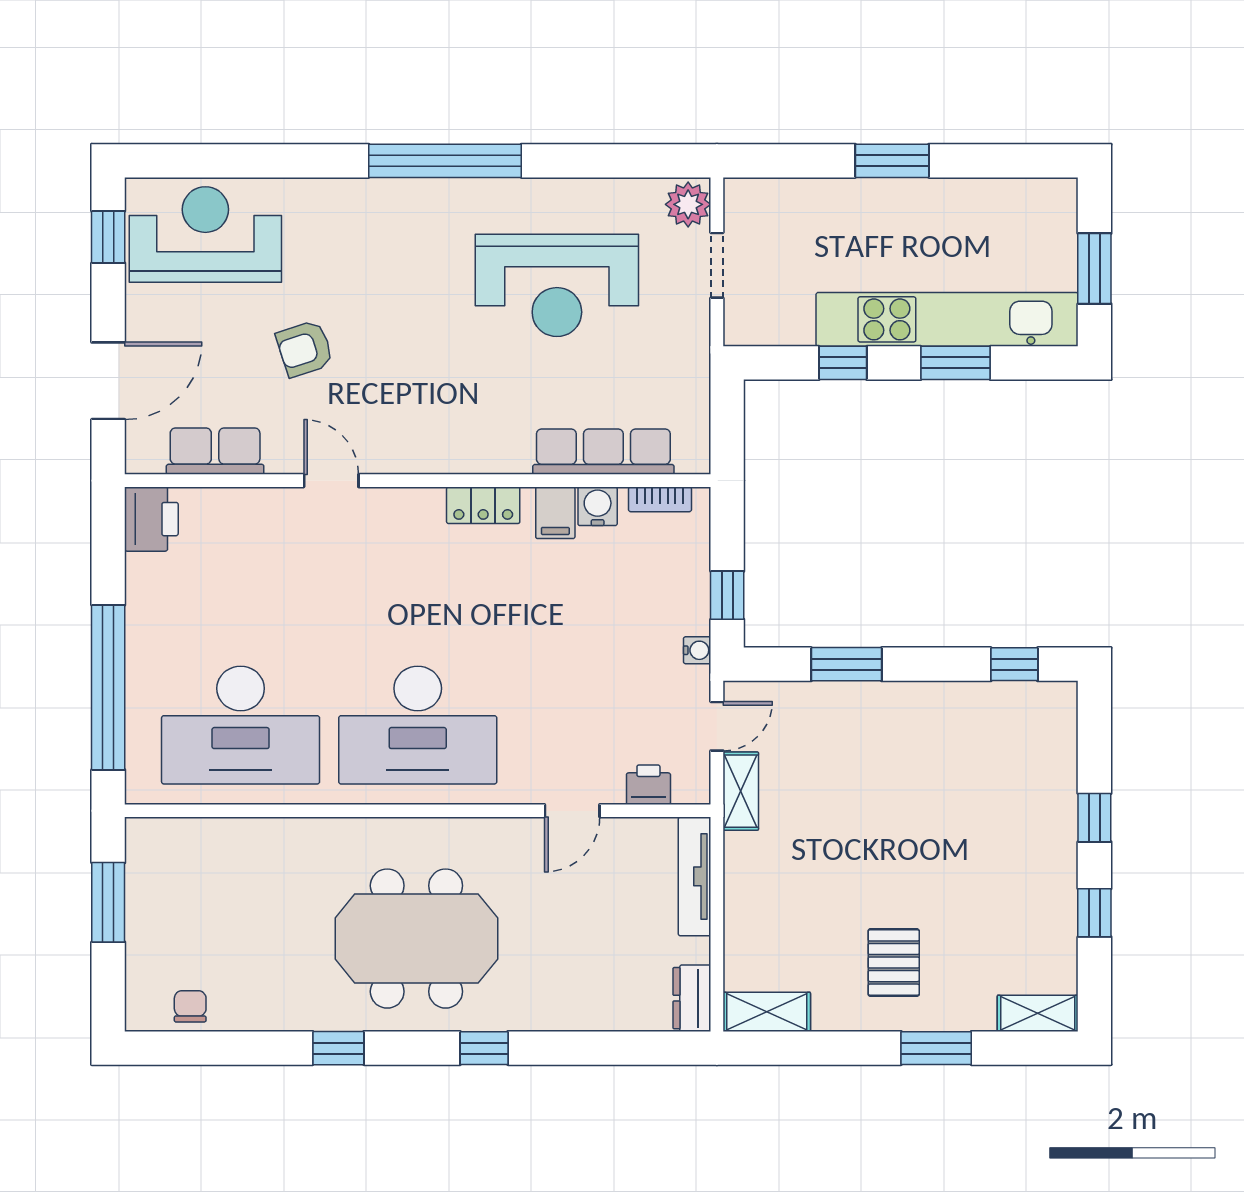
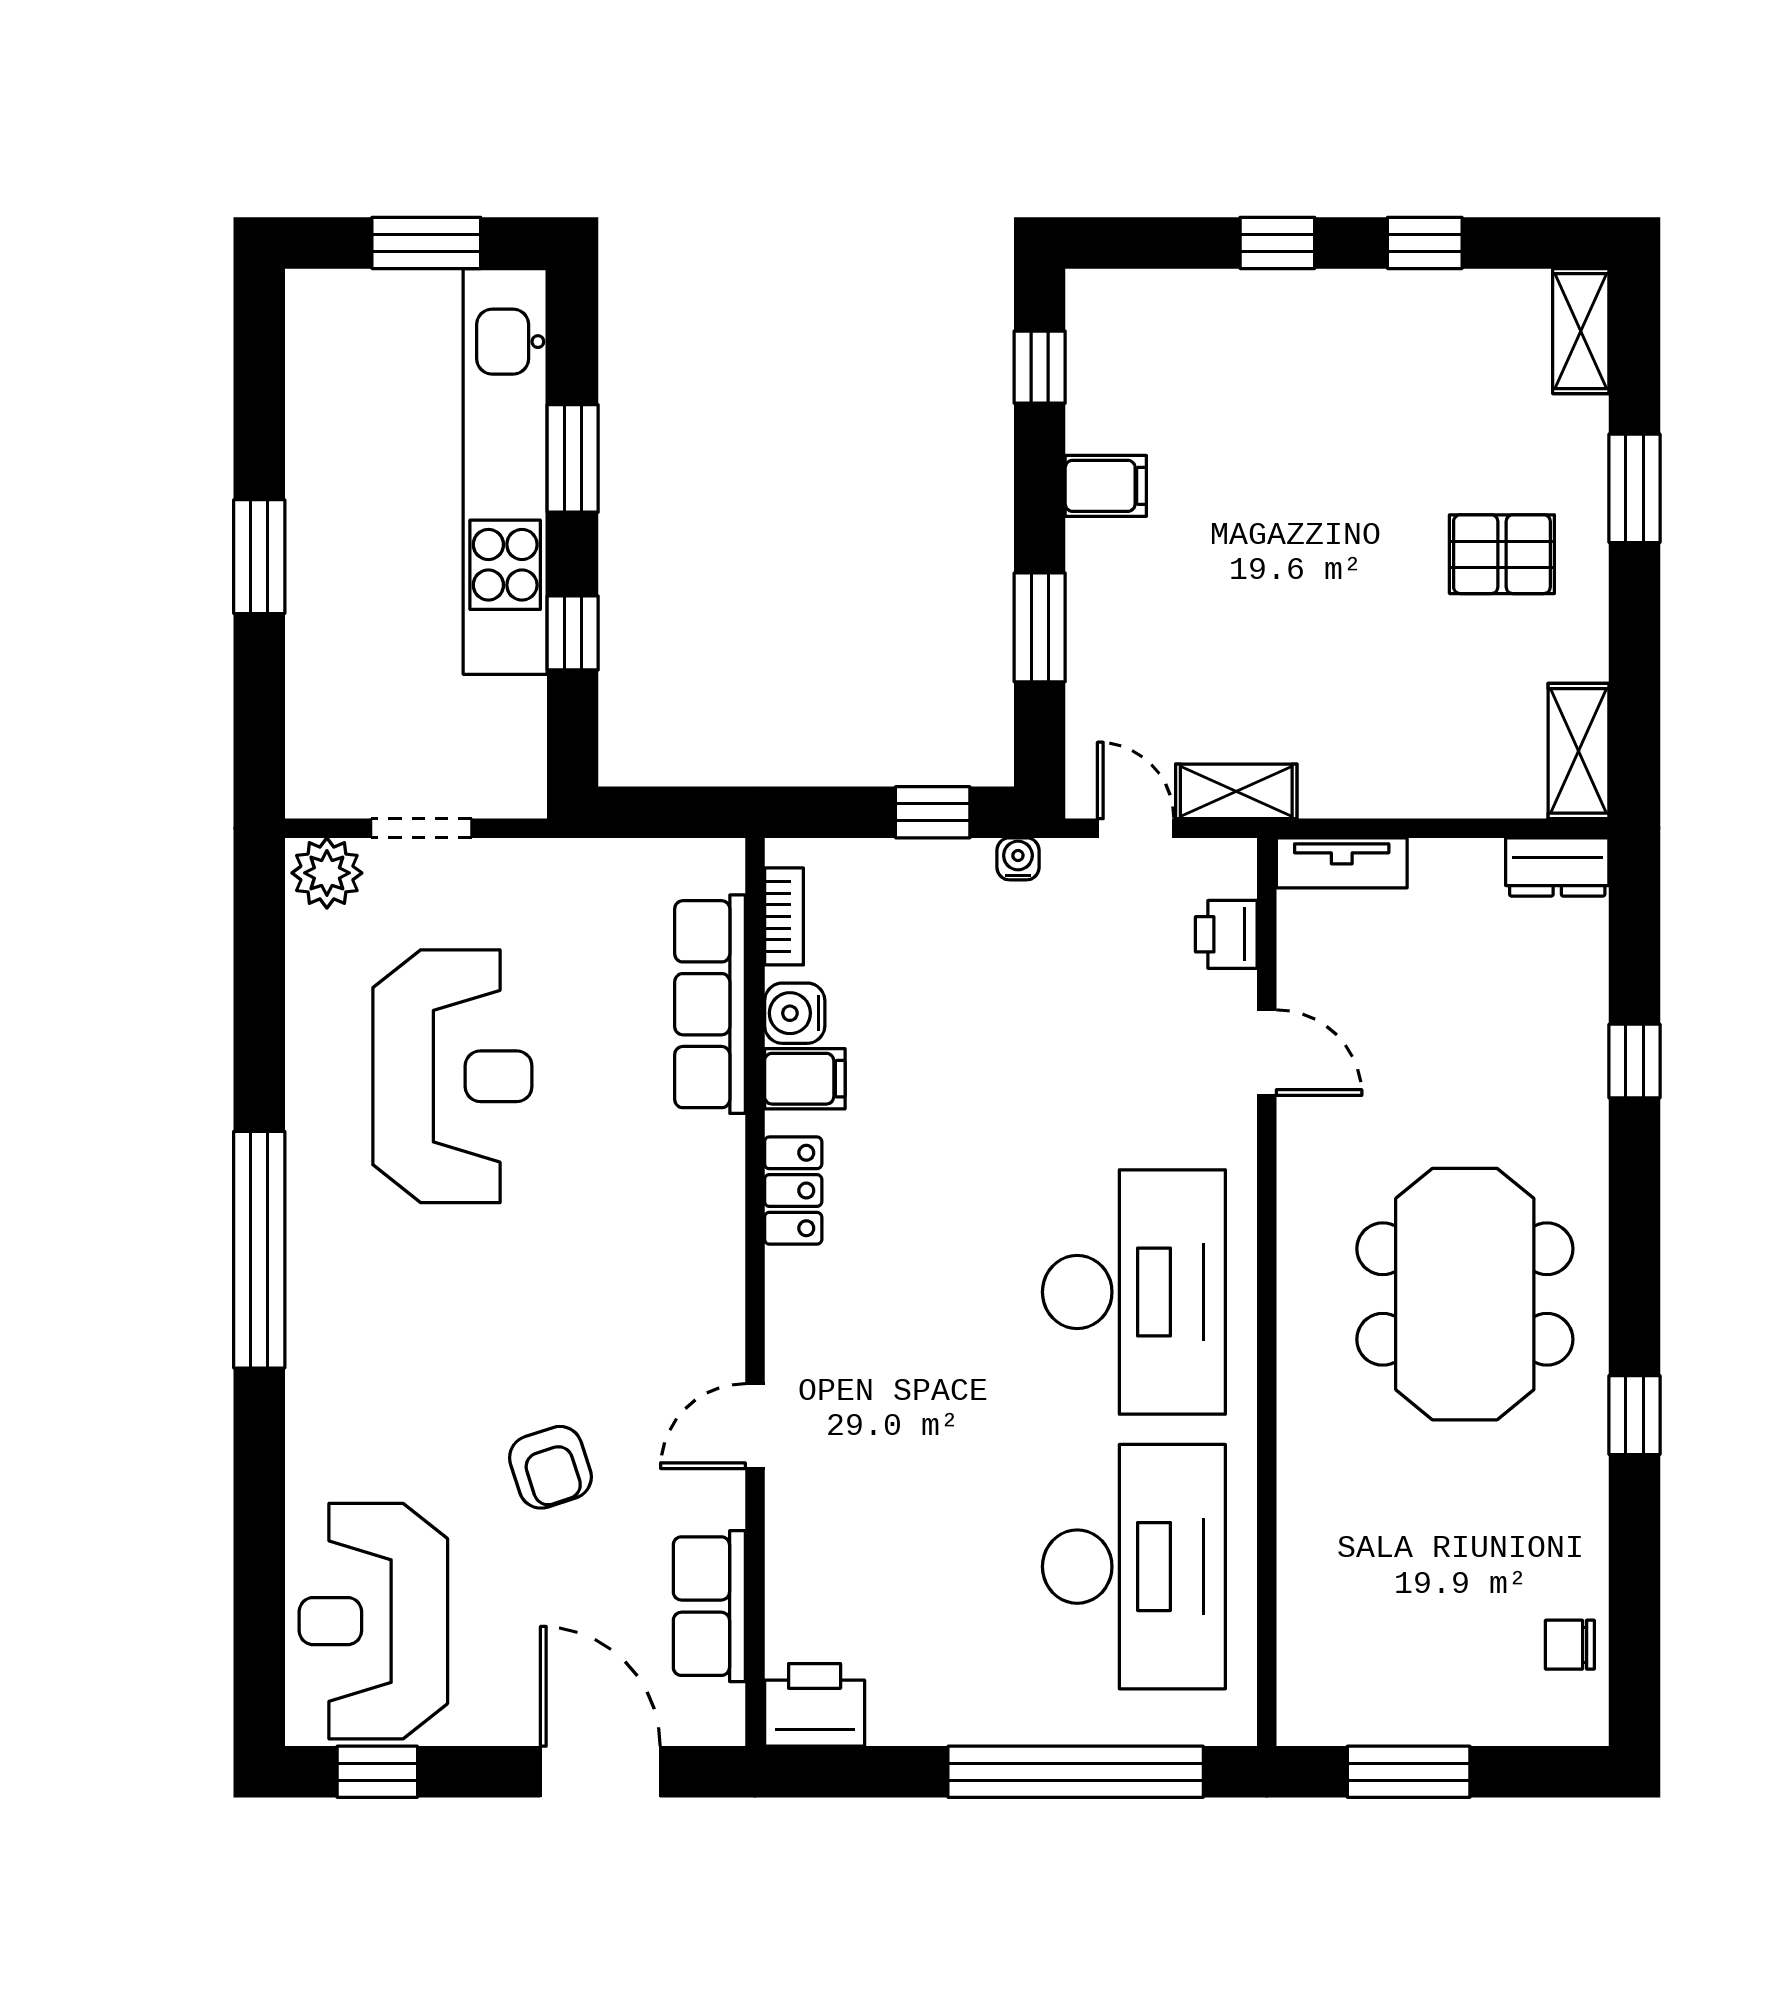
filing cabinet: (938, 707) -> (1106, 486), added
tv unit: (695, 876) -> (1342, 863), width x0.71
window: (484, 1048) -> (1635, 1061), moved

